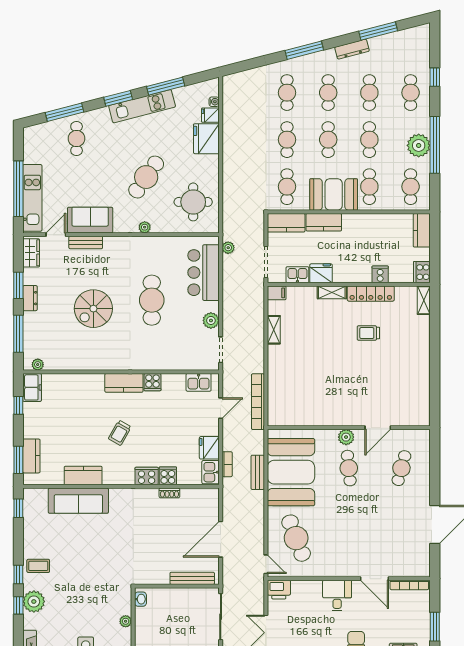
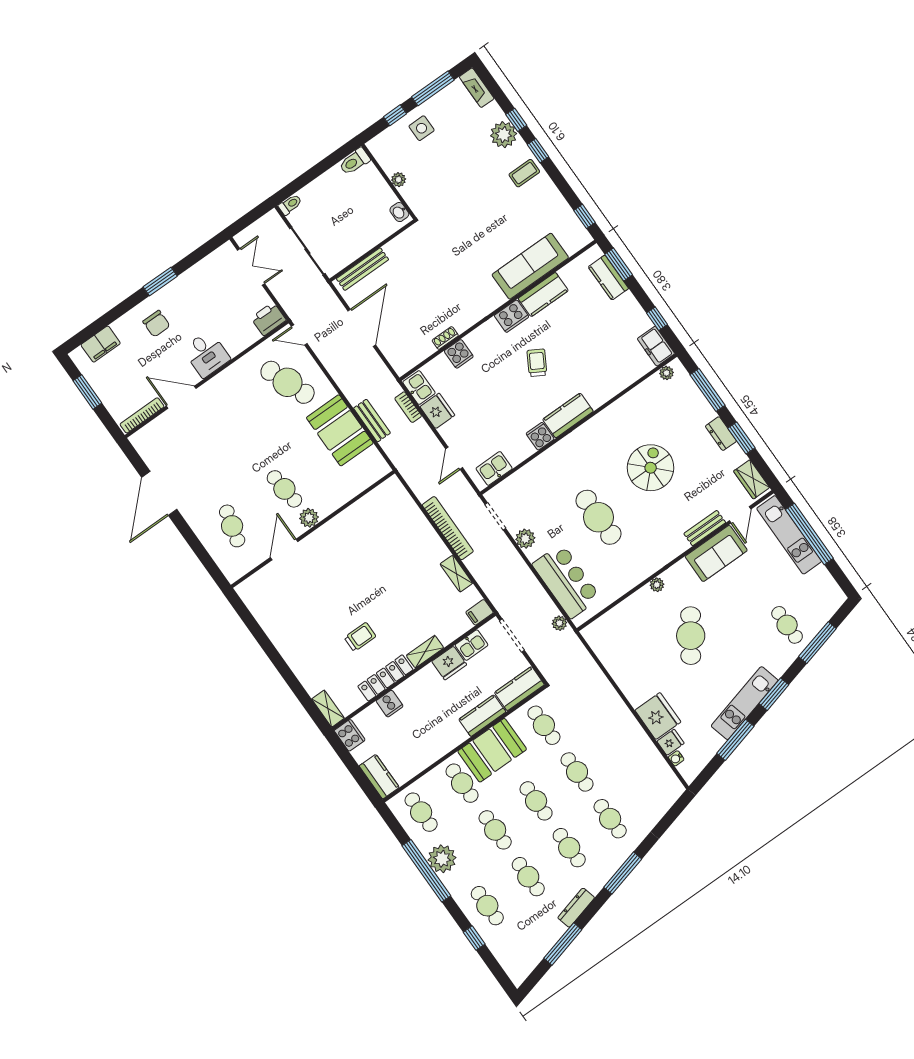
round table: (193, 202) -> (626, 644), removed
bookcase: (258, 402) -> (448, 528), moved
booth: (291, 472) -> (340, 430), width x0.73, depth x0.70
cooker: (147, 476) -> (512, 316), moved

